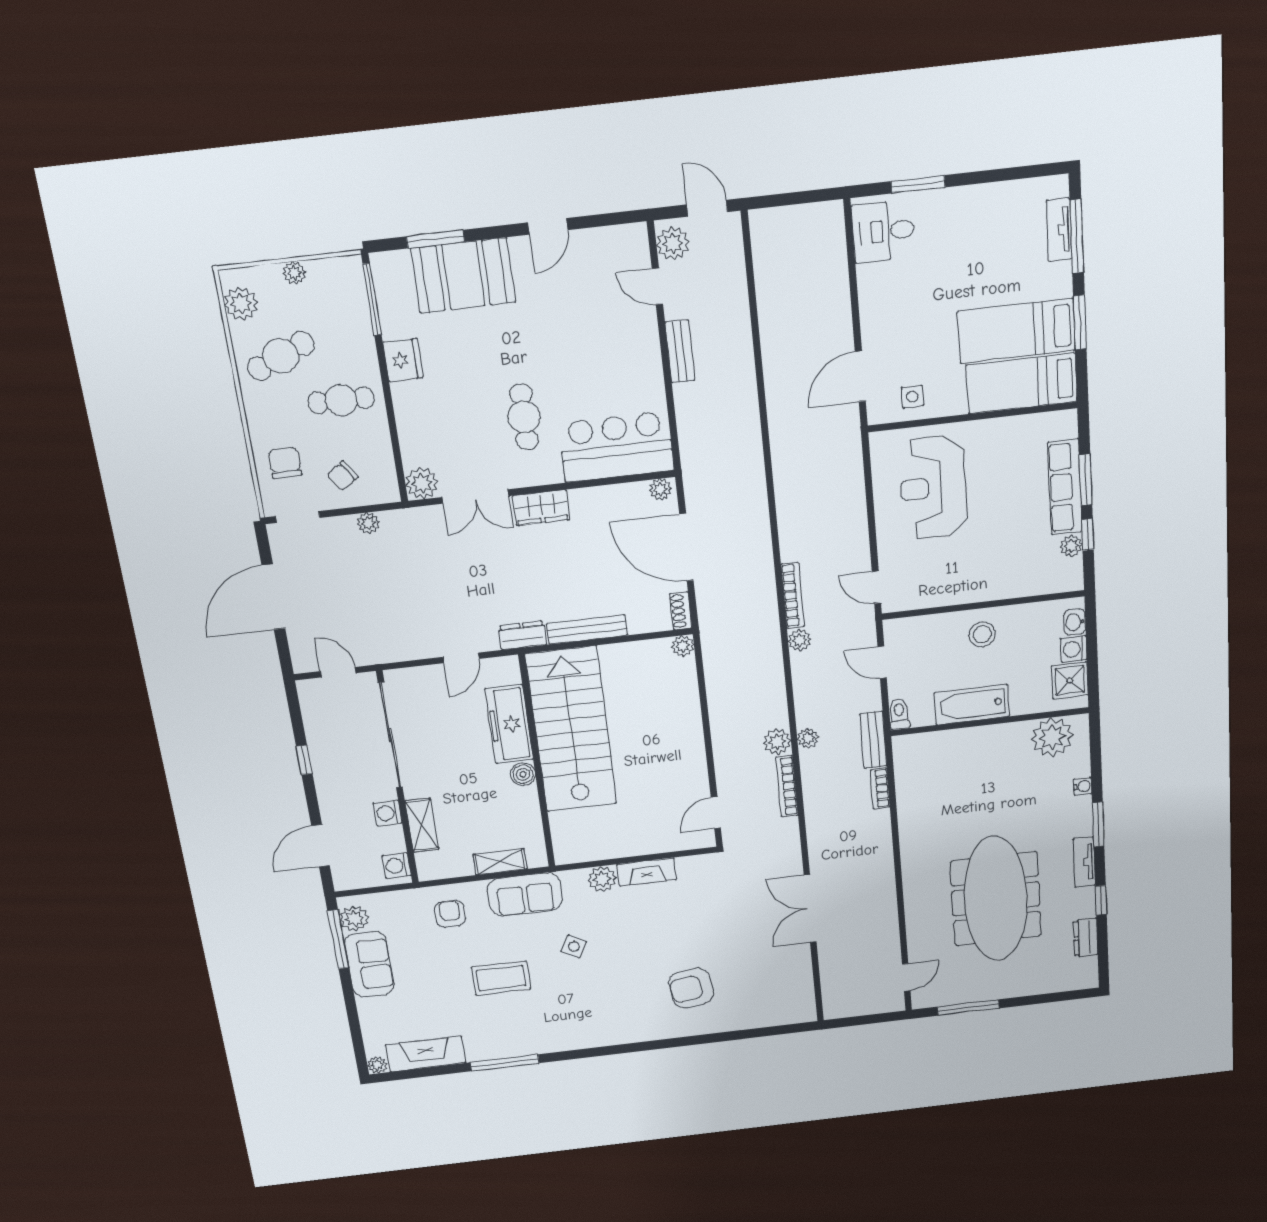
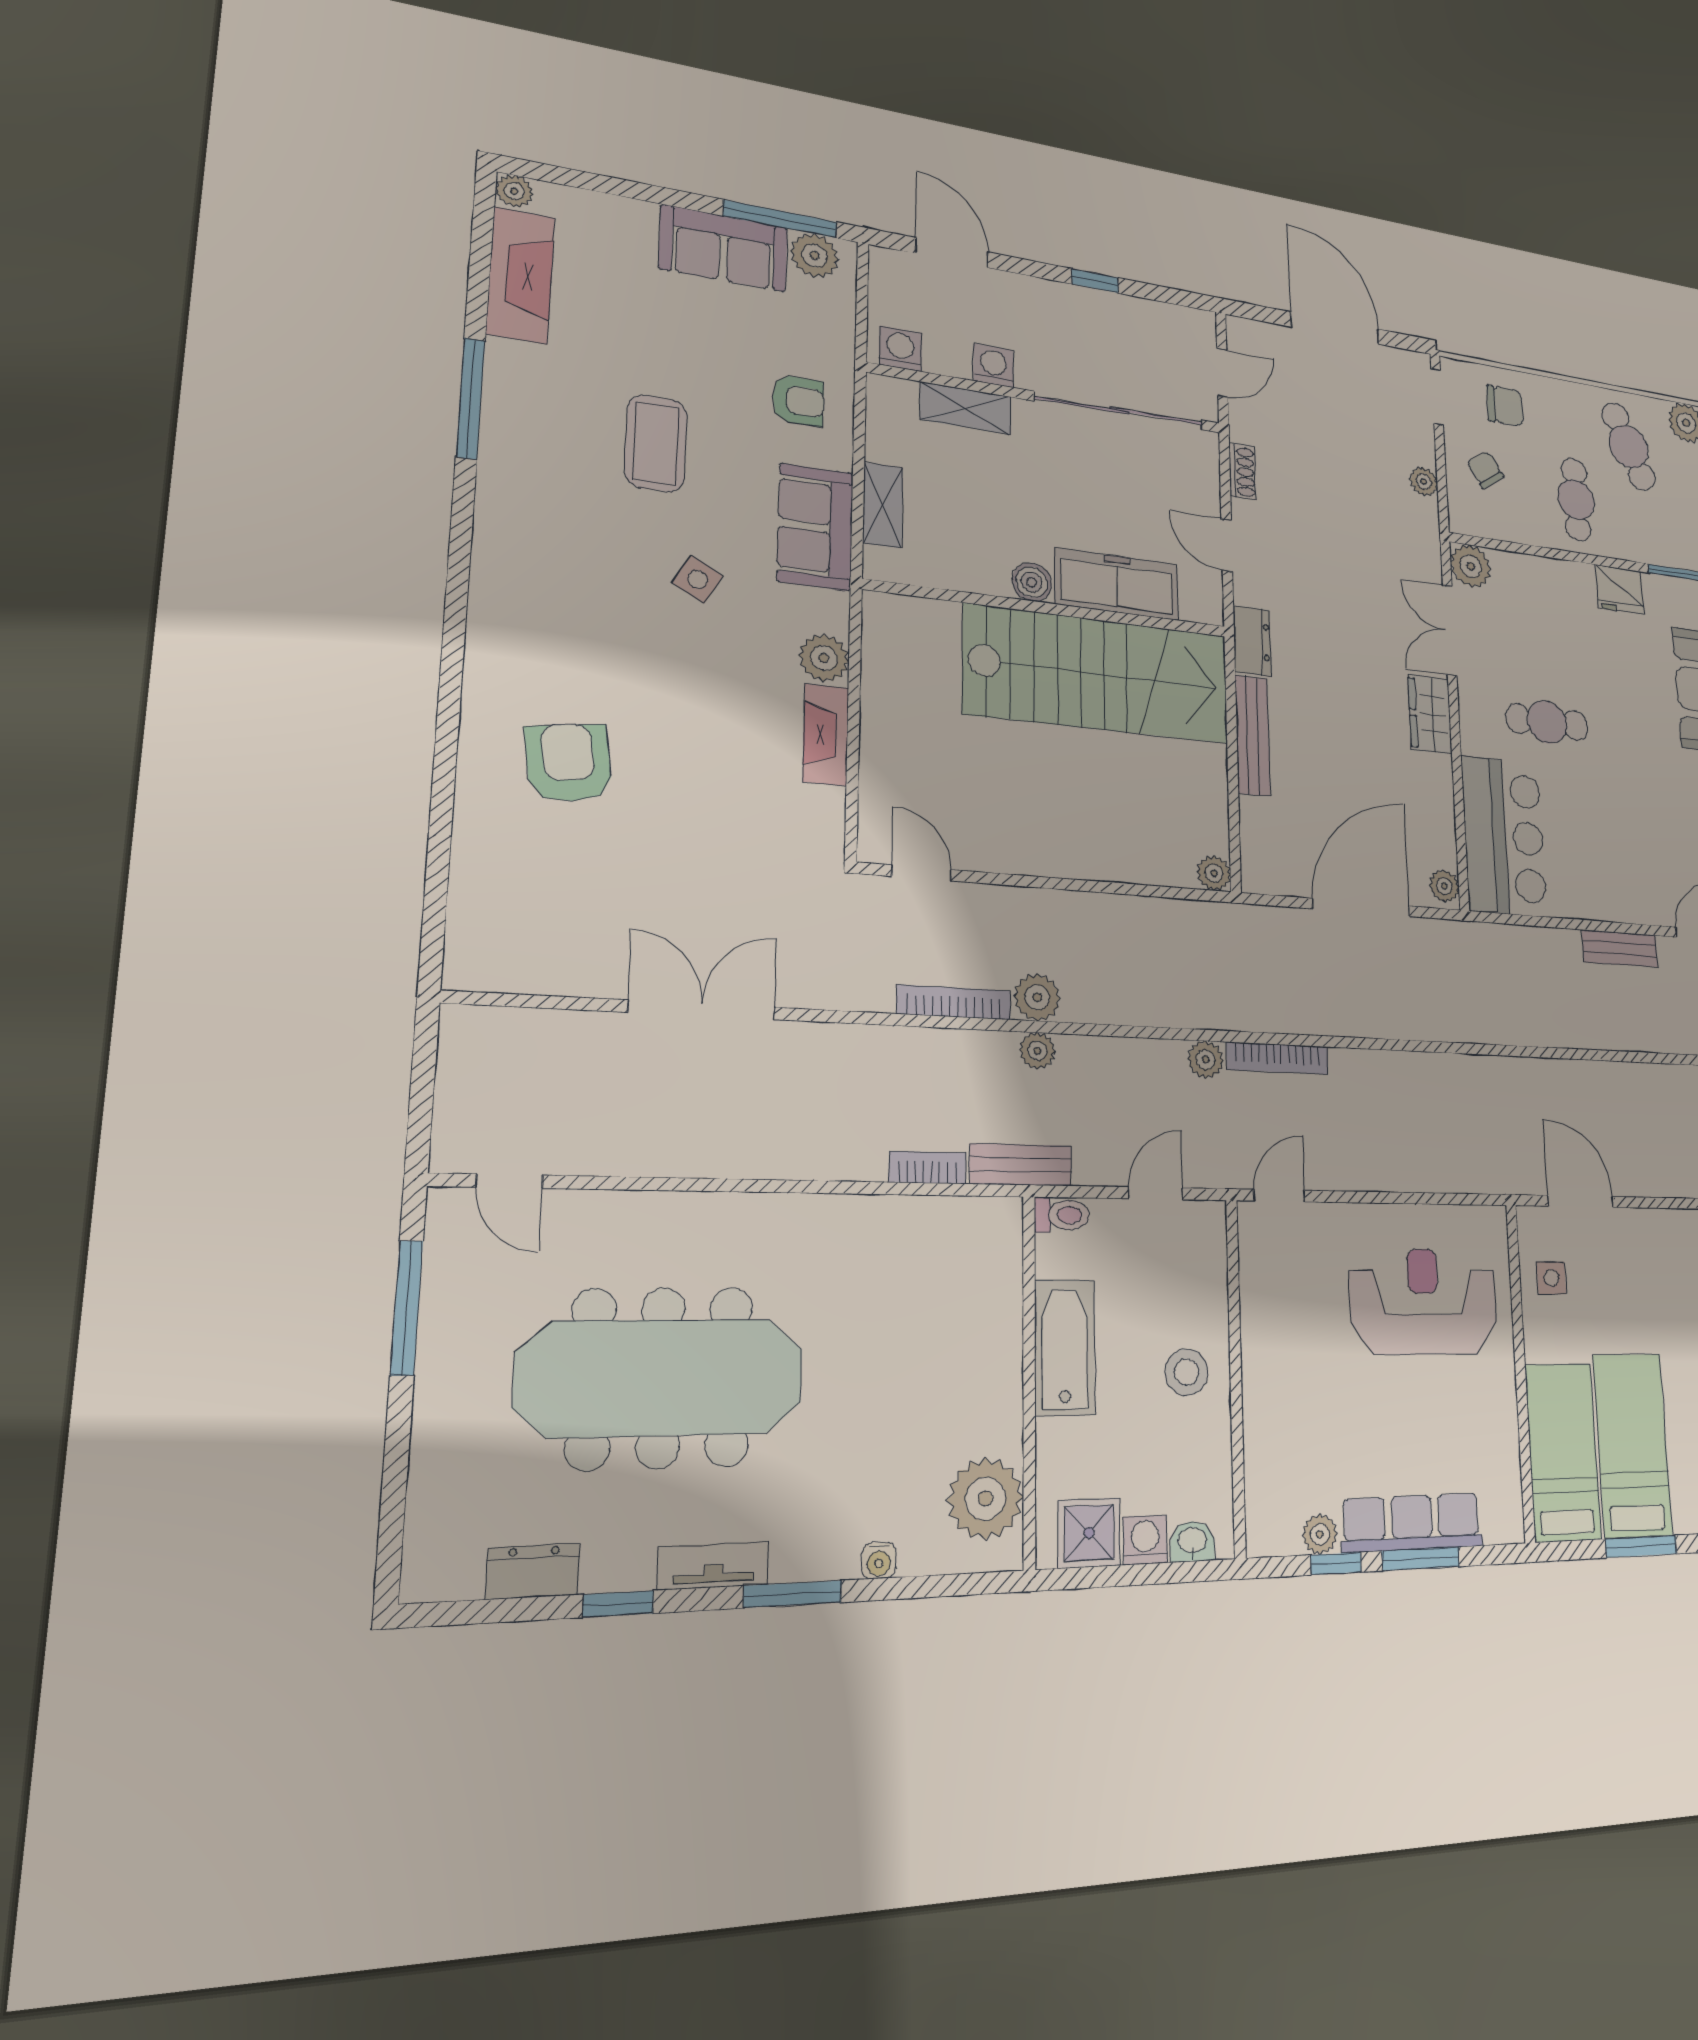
shoe rack: (681, 611) -> (1242, 472), moved, turned 90

